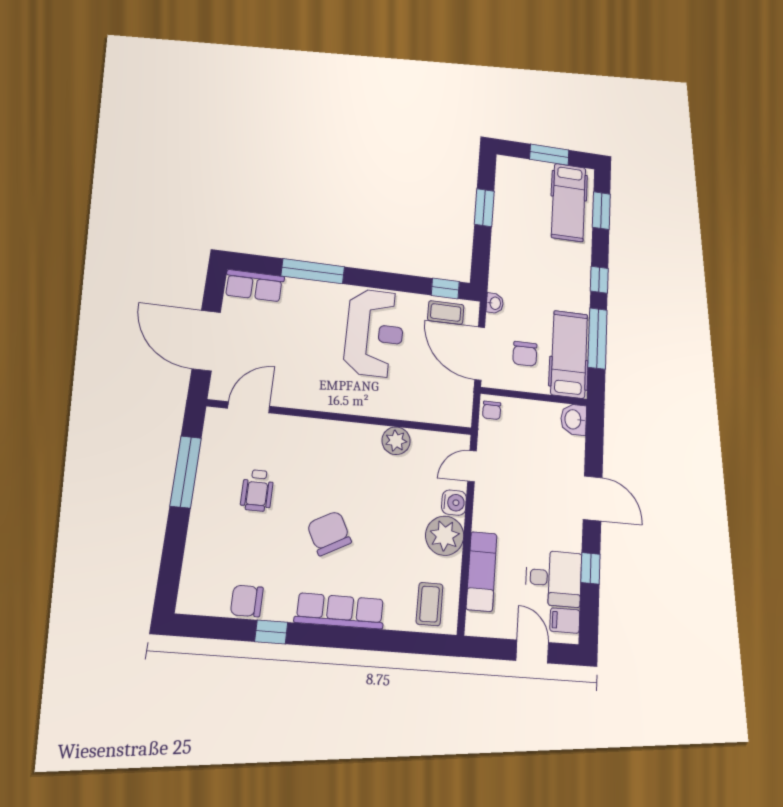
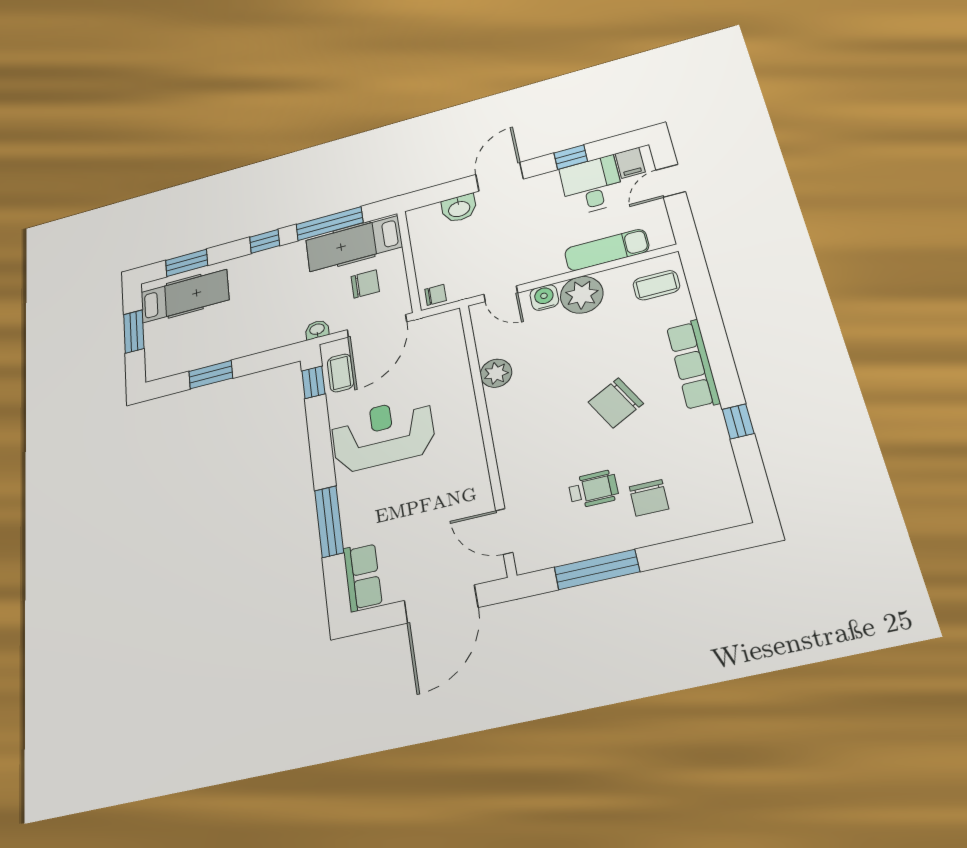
washbasin: (574, 419) -> (459, 208), moved
chair: (247, 601) -> (649, 498), moved

